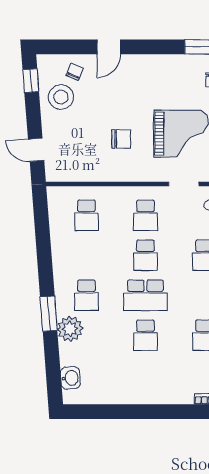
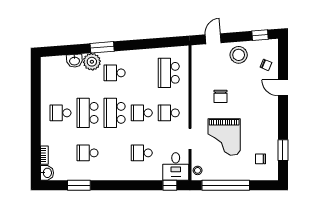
stool: (61, 97) -> (239, 55), moved
school desk: (86, 215) -> (169, 73), width x1.85
school desk: (145, 335) -> (88, 113), width x1.85
school desk: (145, 375) -> (60, 113), added
washbasin: (70, 378) -> (74, 61), moved

